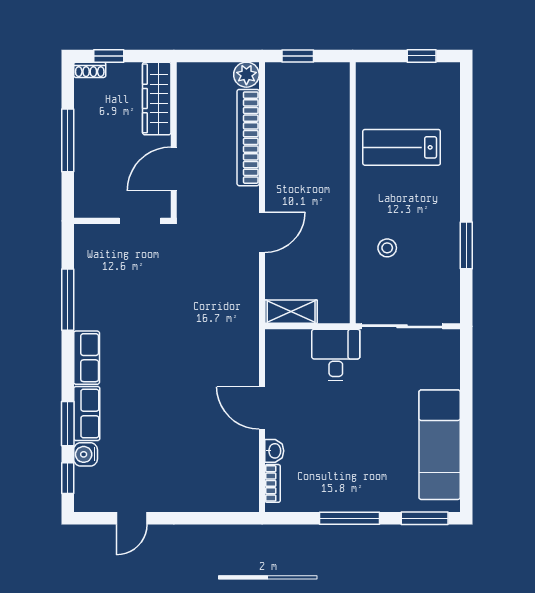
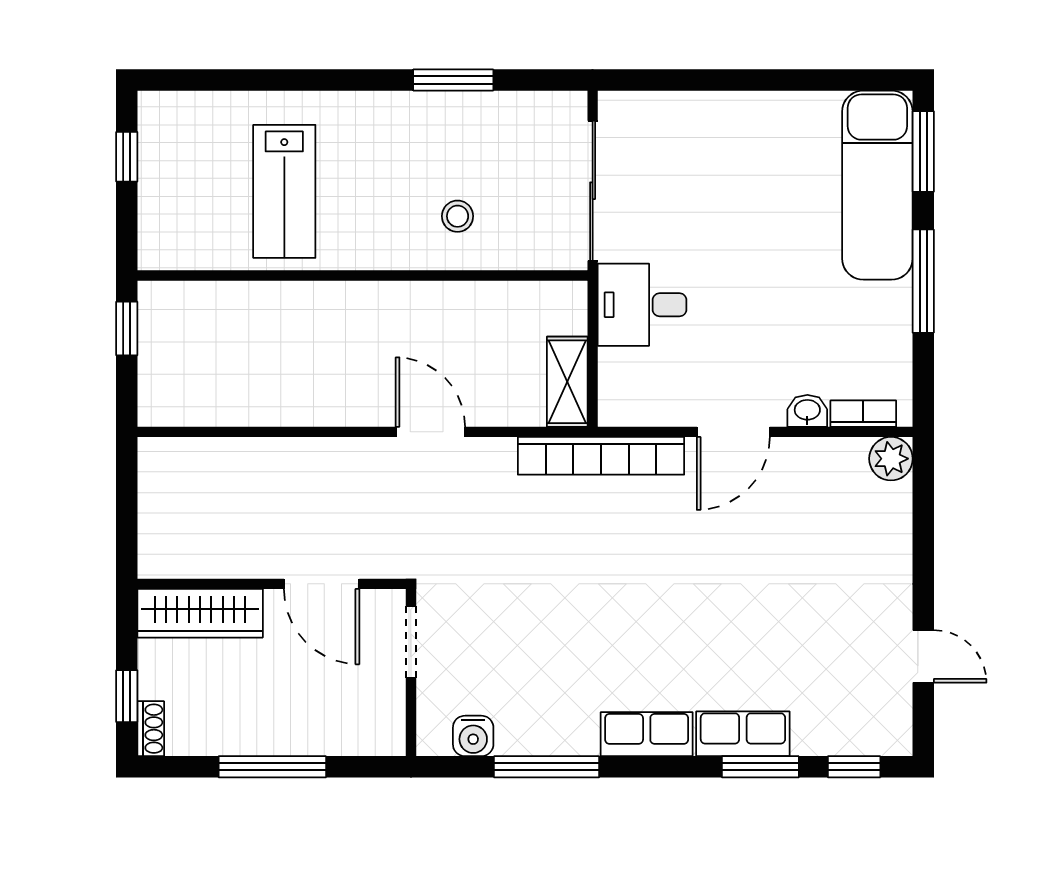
window: (298, 56) -> (127, 328), moved
plant: (246, 75) -> (891, 459), moved
bookcase: (248, 138) -> (601, 456), moved
exam couch: (440, 445) -> (877, 185), moved, turned 90
water cooler: (86, 454) -> (473, 736), moved

